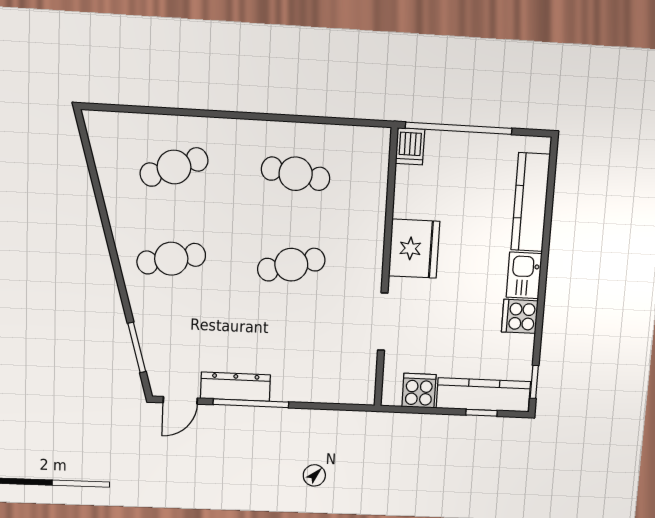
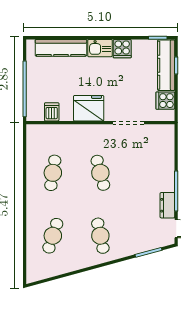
dishwasher: (410, 146) -> (52, 112), moved, turned -90
cafe table: (174, 167) -> (53, 236), turned 39
dresser: (235, 387) -> (167, 205), width x0.70

